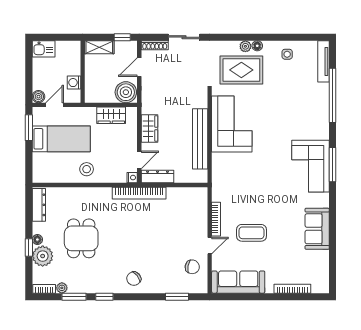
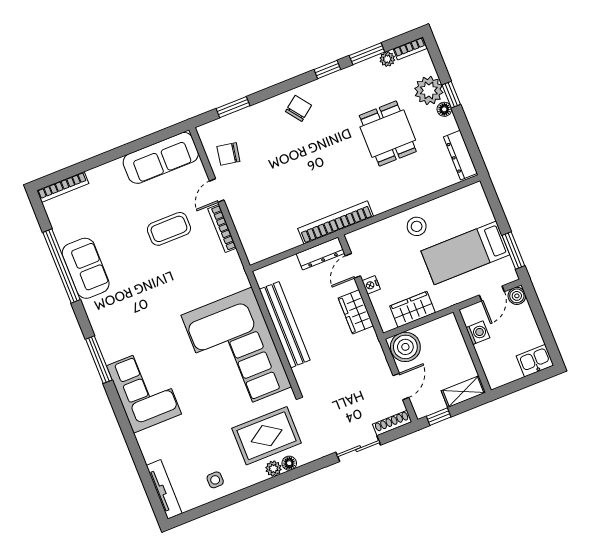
floor lamp: (257, 46) -> (289, 463), moved
window: (333, 95) -> (61, 266), moved
corner sofa: (232, 124) -> (236, 351), width x1.36, depth x1.36
corner sofa: (311, 166) -> (144, 390), moved
nightstand: (132, 178) -> (371, 285), moved
bookcase: (292, 289) -> (63, 187), moved

